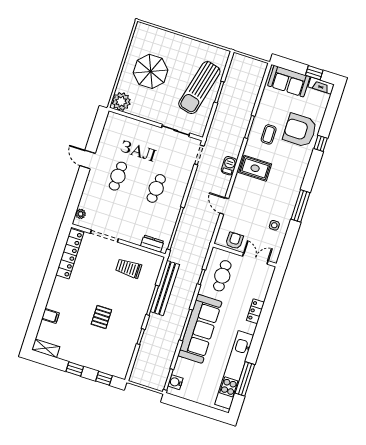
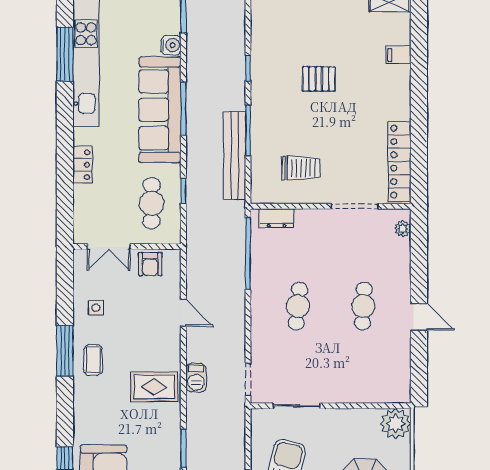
coffee table: (269, 134) -> (93, 360), moved
pallet: (101, 317) -> (319, 79), turned 90
water cooler: (176, 382) -> (171, 45), moved

